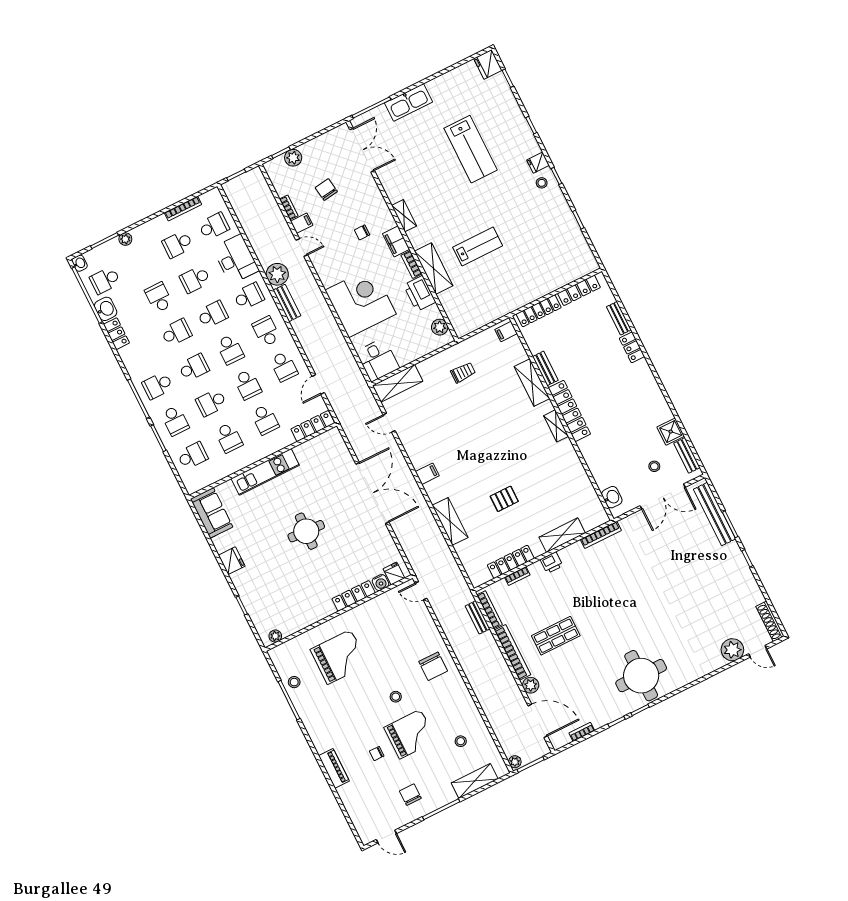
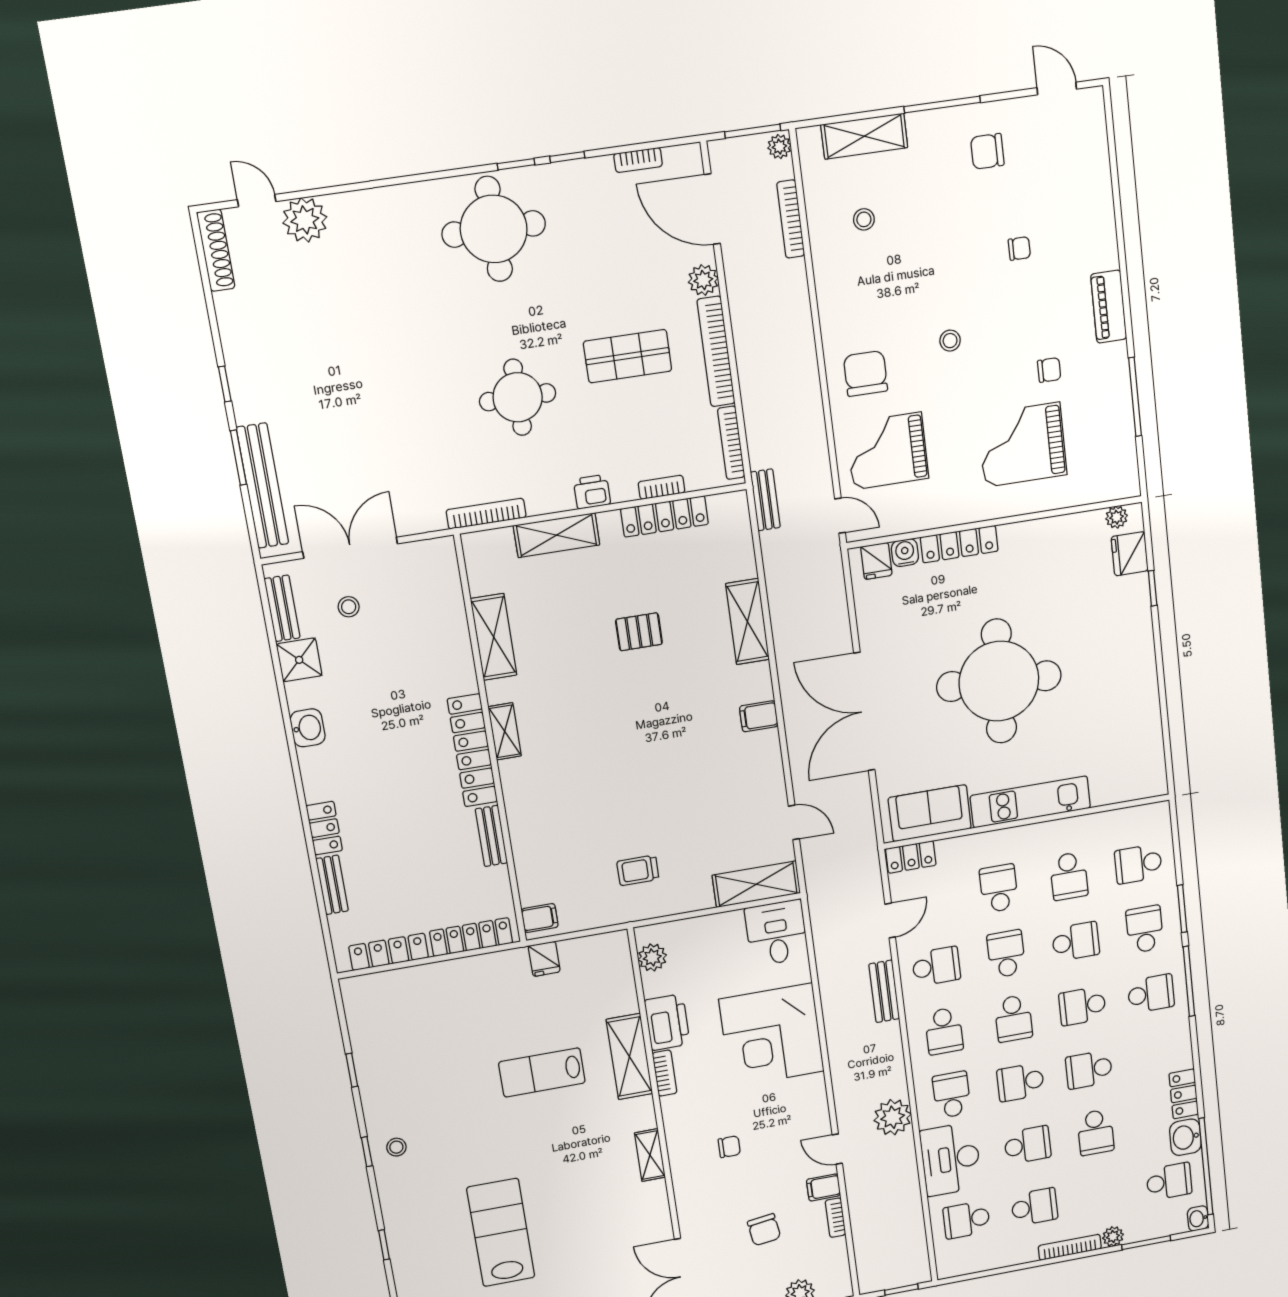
fridge: (538, 163) -> (544, 959), moved, turned 90
bookcase: (183, 209) -> (1070, 1247), moved
filing cabinet: (396, 241) -> (678, 1117), removed
school desk: (249, 296) -> (952, 1095), turned 90
bench: (287, 303) -> (884, 991), moved
school desk: (230, 349) -> (1013, 1018), turned 180
school desk: (284, 366) -> (936, 966), turned 90
shelving: (532, 383) -> (494, 637), moved
locker: (313, 426) -> (911, 857), width x0.66
school desk: (229, 438) -> (1069, 876), turned 180
washbasin: (612, 497) -> (308, 728), moved, turned 180
sofa: (212, 513) -> (930, 813), moved, turned 90
round table: (306, 531) -> (999, 681), width x1.86, depth x1.86
fridge: (232, 561) -> (1130, 554), moved
round table: (604, 598) -> (518, 397), added
bench: (478, 617) -> (765, 500), moved
stool: (294, 682) -> (1114, 426), removed
chair: (339, 699) -> (1049, 370), added
bookcase: (497, 729) -> (791, 219), added
grand piano: (410, 734) -> (887, 451), moved
piano: (334, 768) -> (1109, 307), moved
chair: (410, 795) -> (987, 151), turned 90

